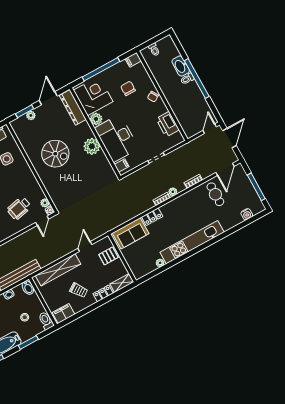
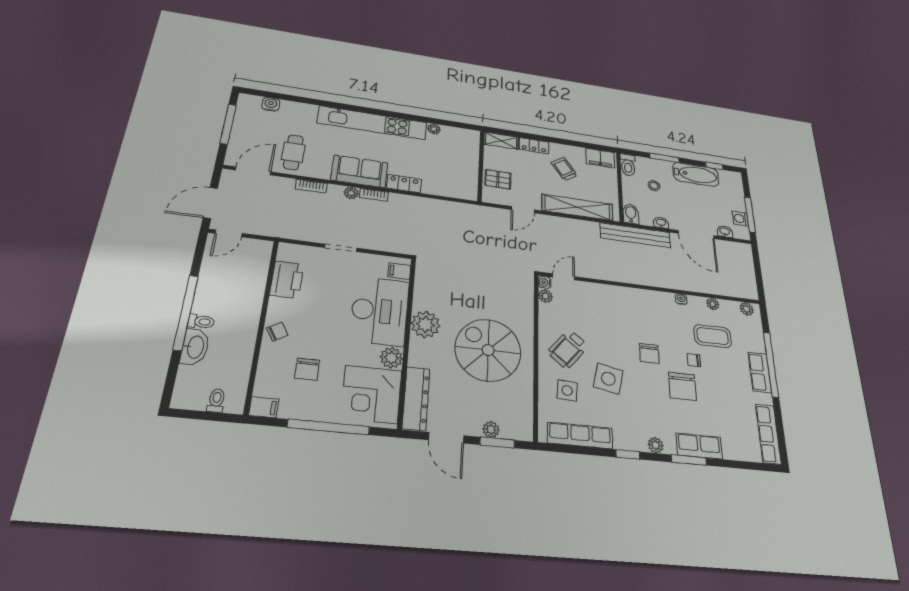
door: (48, 98) -> (446, 438), hinge flipped
spiral stairs: (55, 154) -> (488, 350), width x1.37, depth x1.37
wheelchair: (19, 208) -> (568, 349), moved, turned 141
sofa: (131, 233) -> (359, 171), moved

